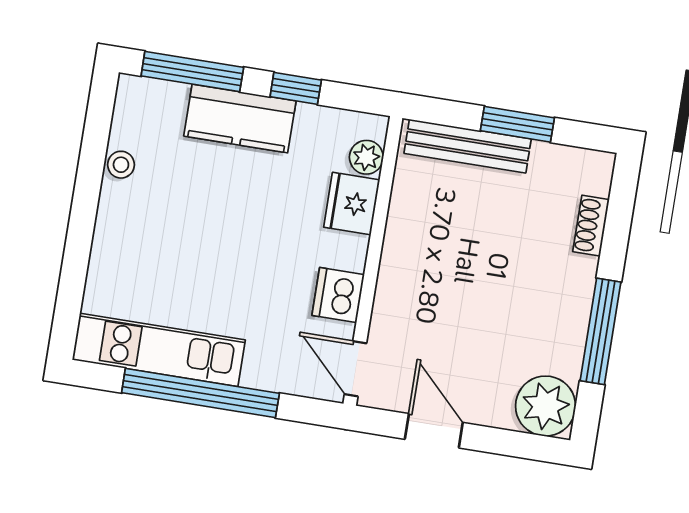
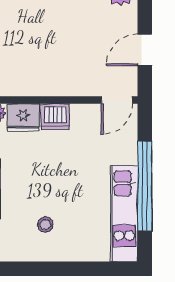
stool: (121, 165) -> (45, 225), moved
dishwasher: (338, 295) -> (55, 117), moved

